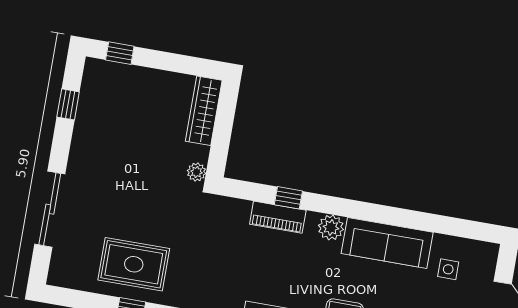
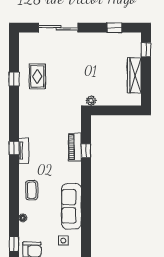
wardrobe: (204, 111) -> (134, 75), moved, turned -90
plant: (331, 227) -> (74, 176), removed
rug: (134, 264) -> (37, 76), width x0.73, depth x0.70

